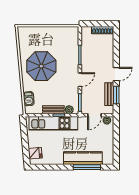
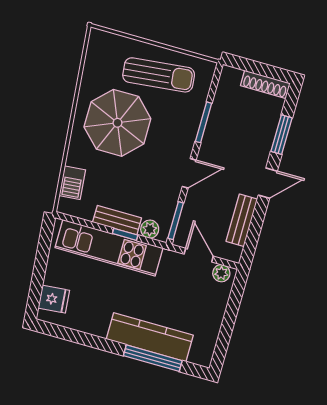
sun lounger: (54, 39) -> (159, 75), added
window: (116, 95) -> (281, 135), moved
door: (94, 115) -> (199, 255), swing flipped

